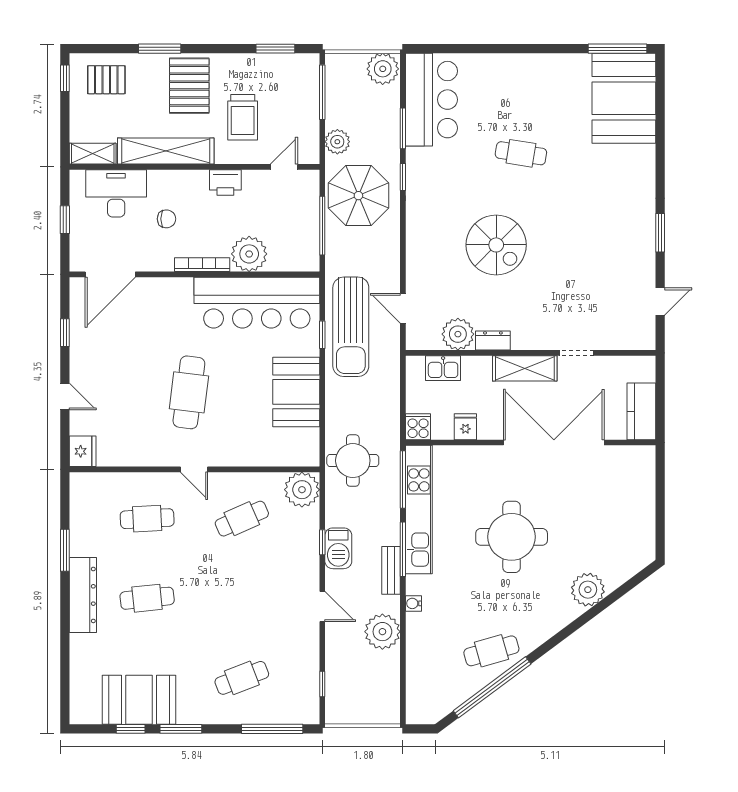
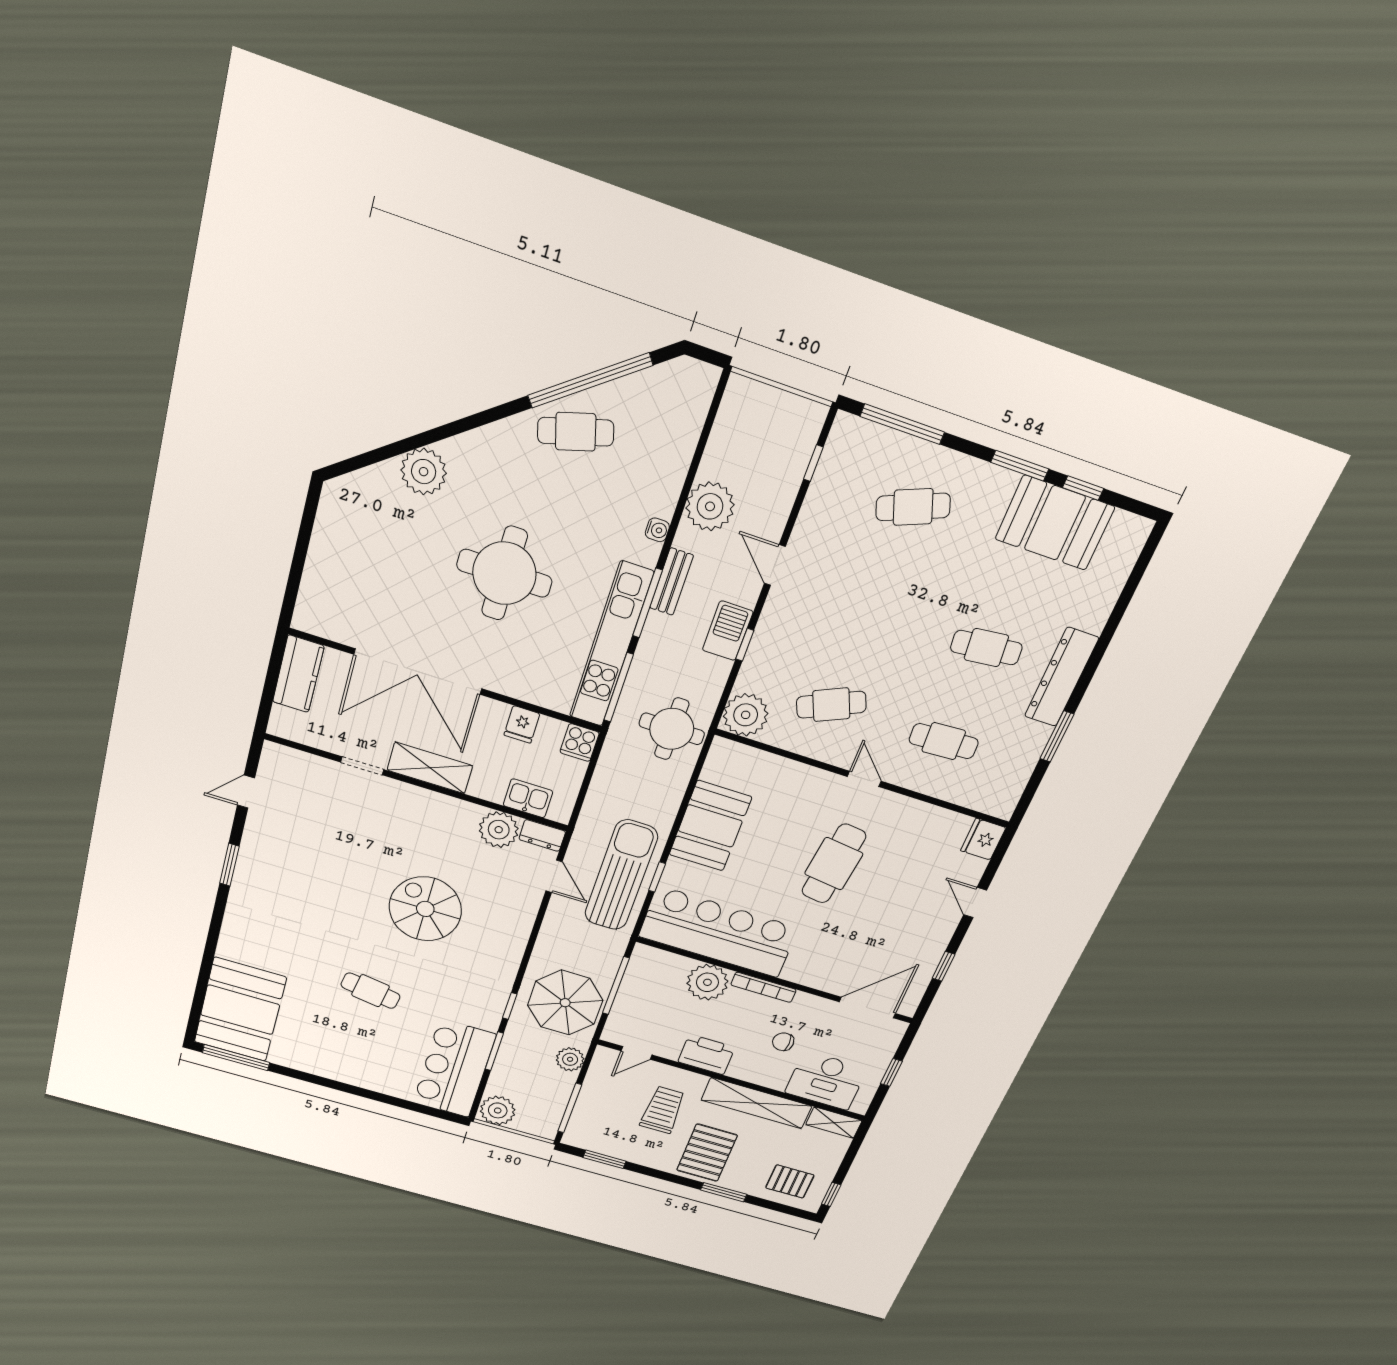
printer: (225, 182) -> (706, 1055), width x1.37, depth x1.19
dresser: (493, 340) -> (542, 835), moved

